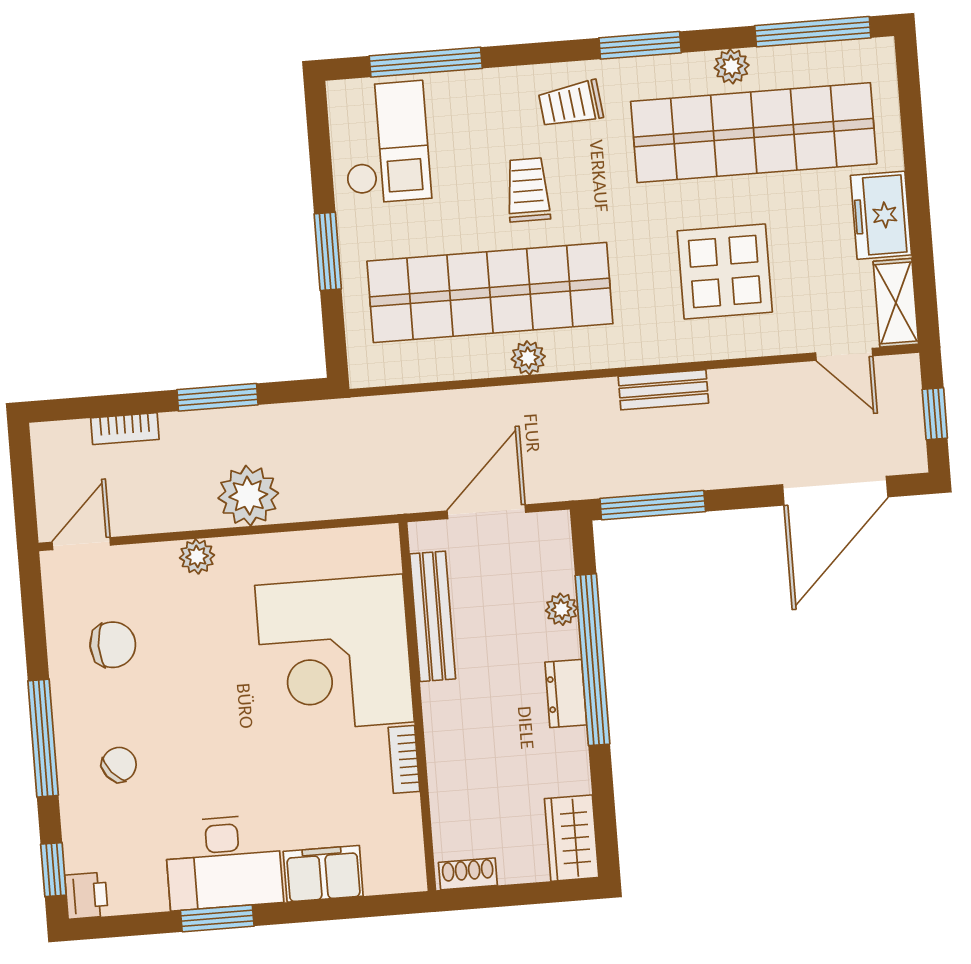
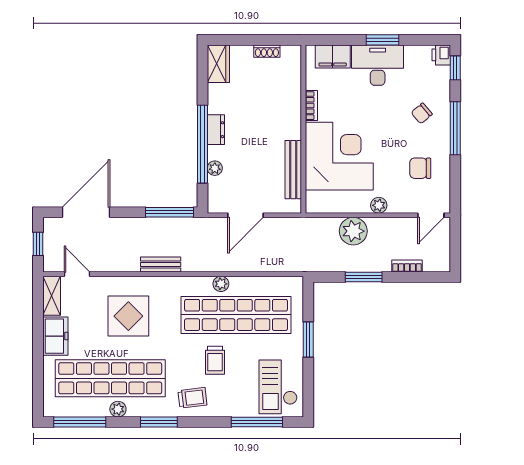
bench: (433, 616) -> (293, 170), moved
corner desk: (334, 654) -> (339, 156), moved
wall: (417, 707) -> (303, 129), moved
bookcase: (404, 759) -> (311, 106), moved

